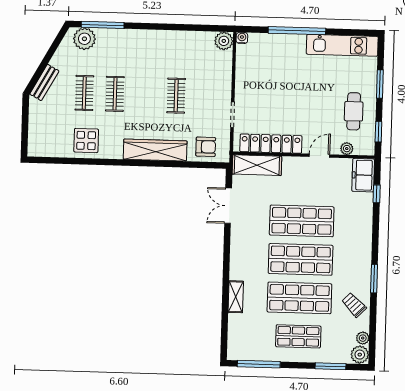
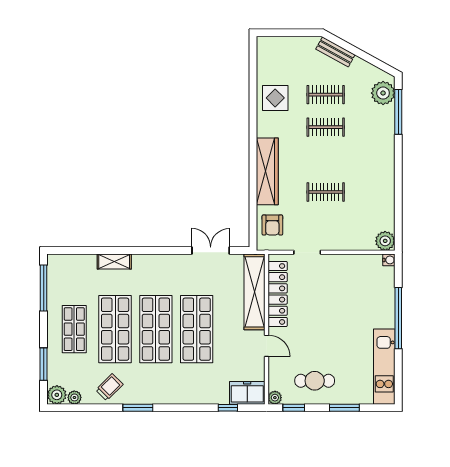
plant: (347, 149) -> (275, 398), moved
shelving: (257, 165) -> (254, 292), width x1.47

